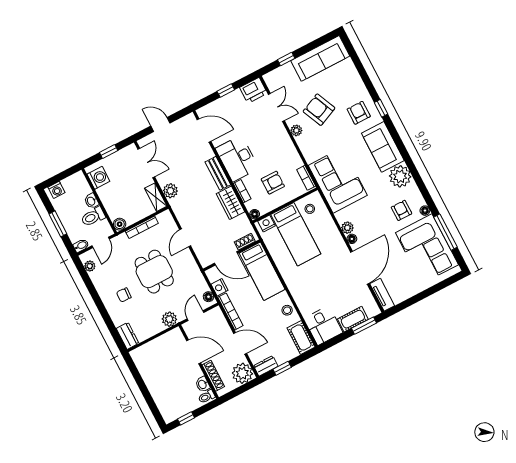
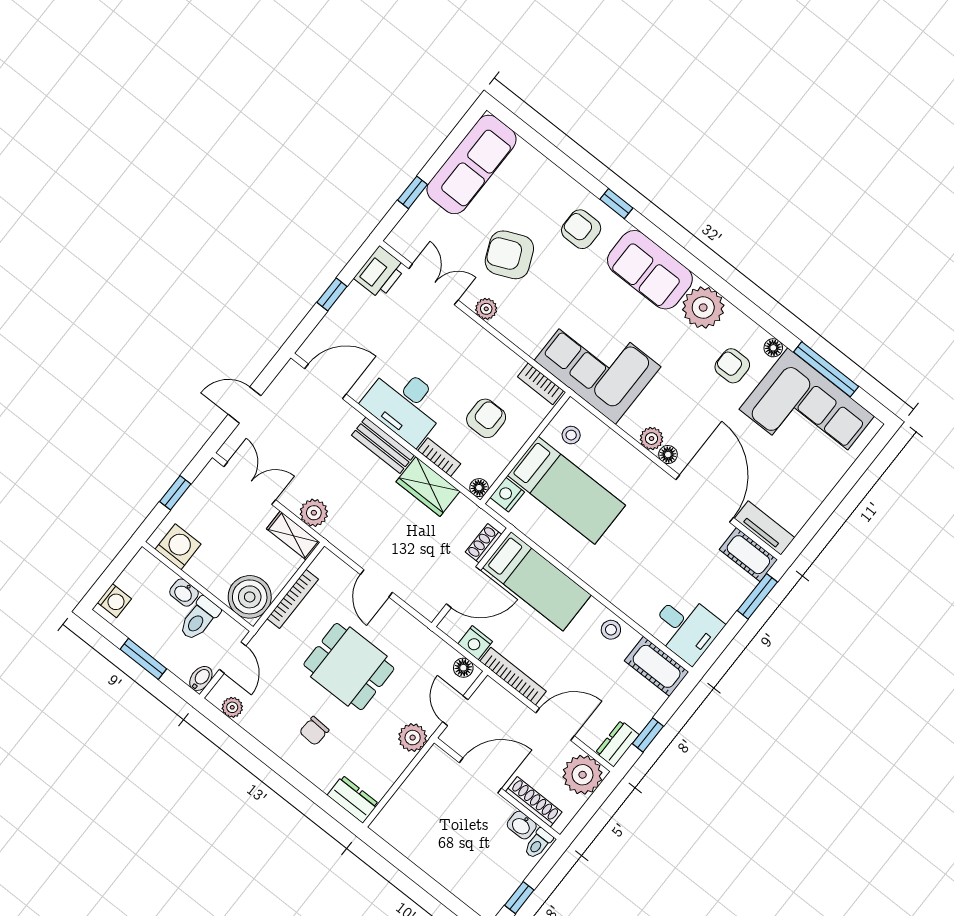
boiler: (120, 224) -> (250, 597), width x1.86, depth x1.86
cot: (353, 319) -> (748, 555), moved, turned 90

